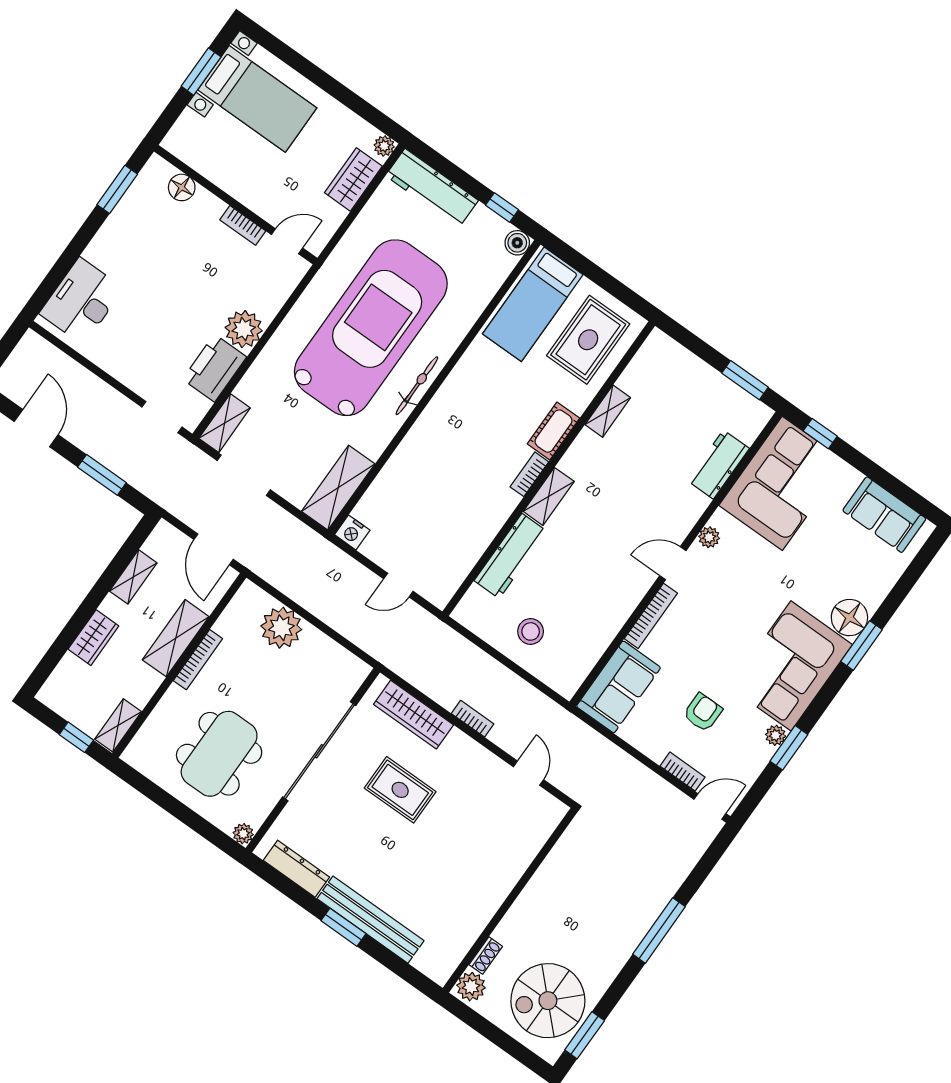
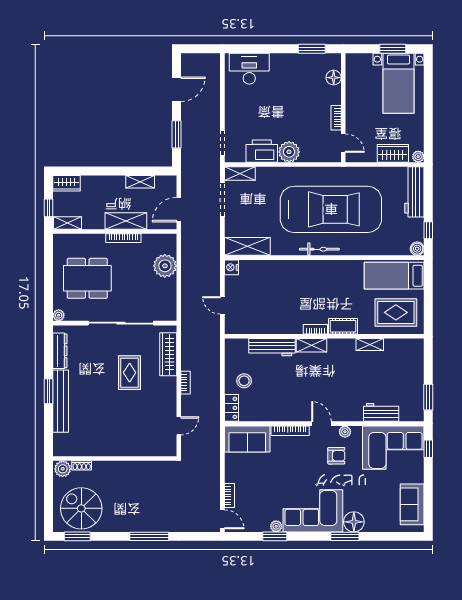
wardrobe: (93, 638) -> (66, 183), moved
locker: (557, 678) -> (231, 408), added
armchair: (703, 712) -> (336, 456), moved

